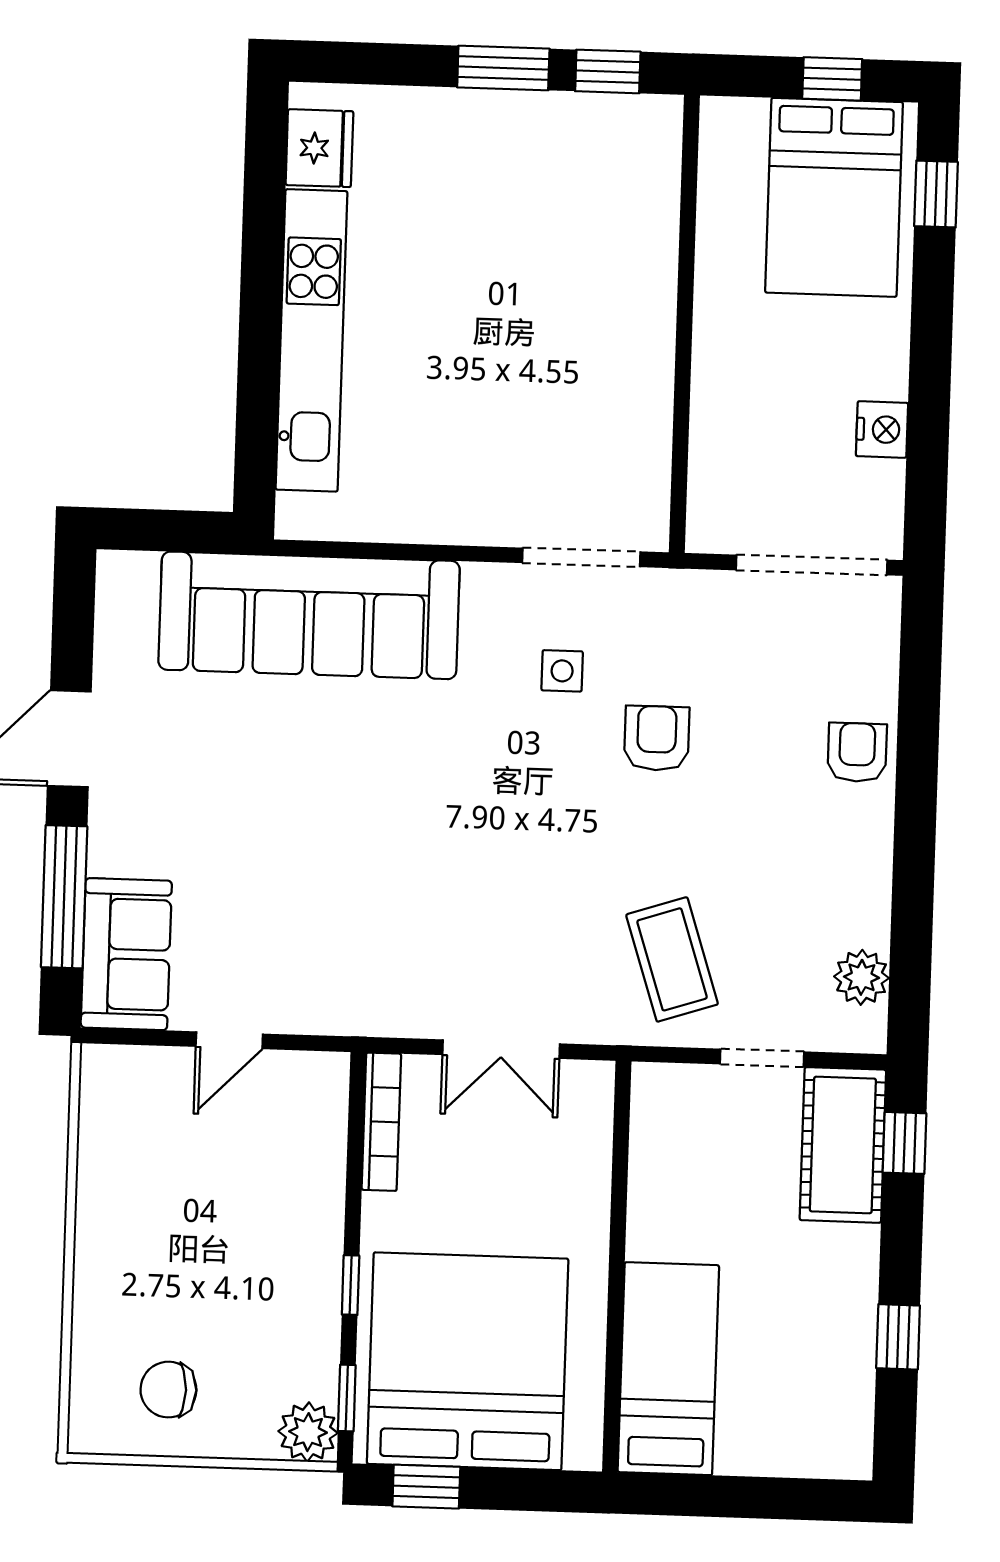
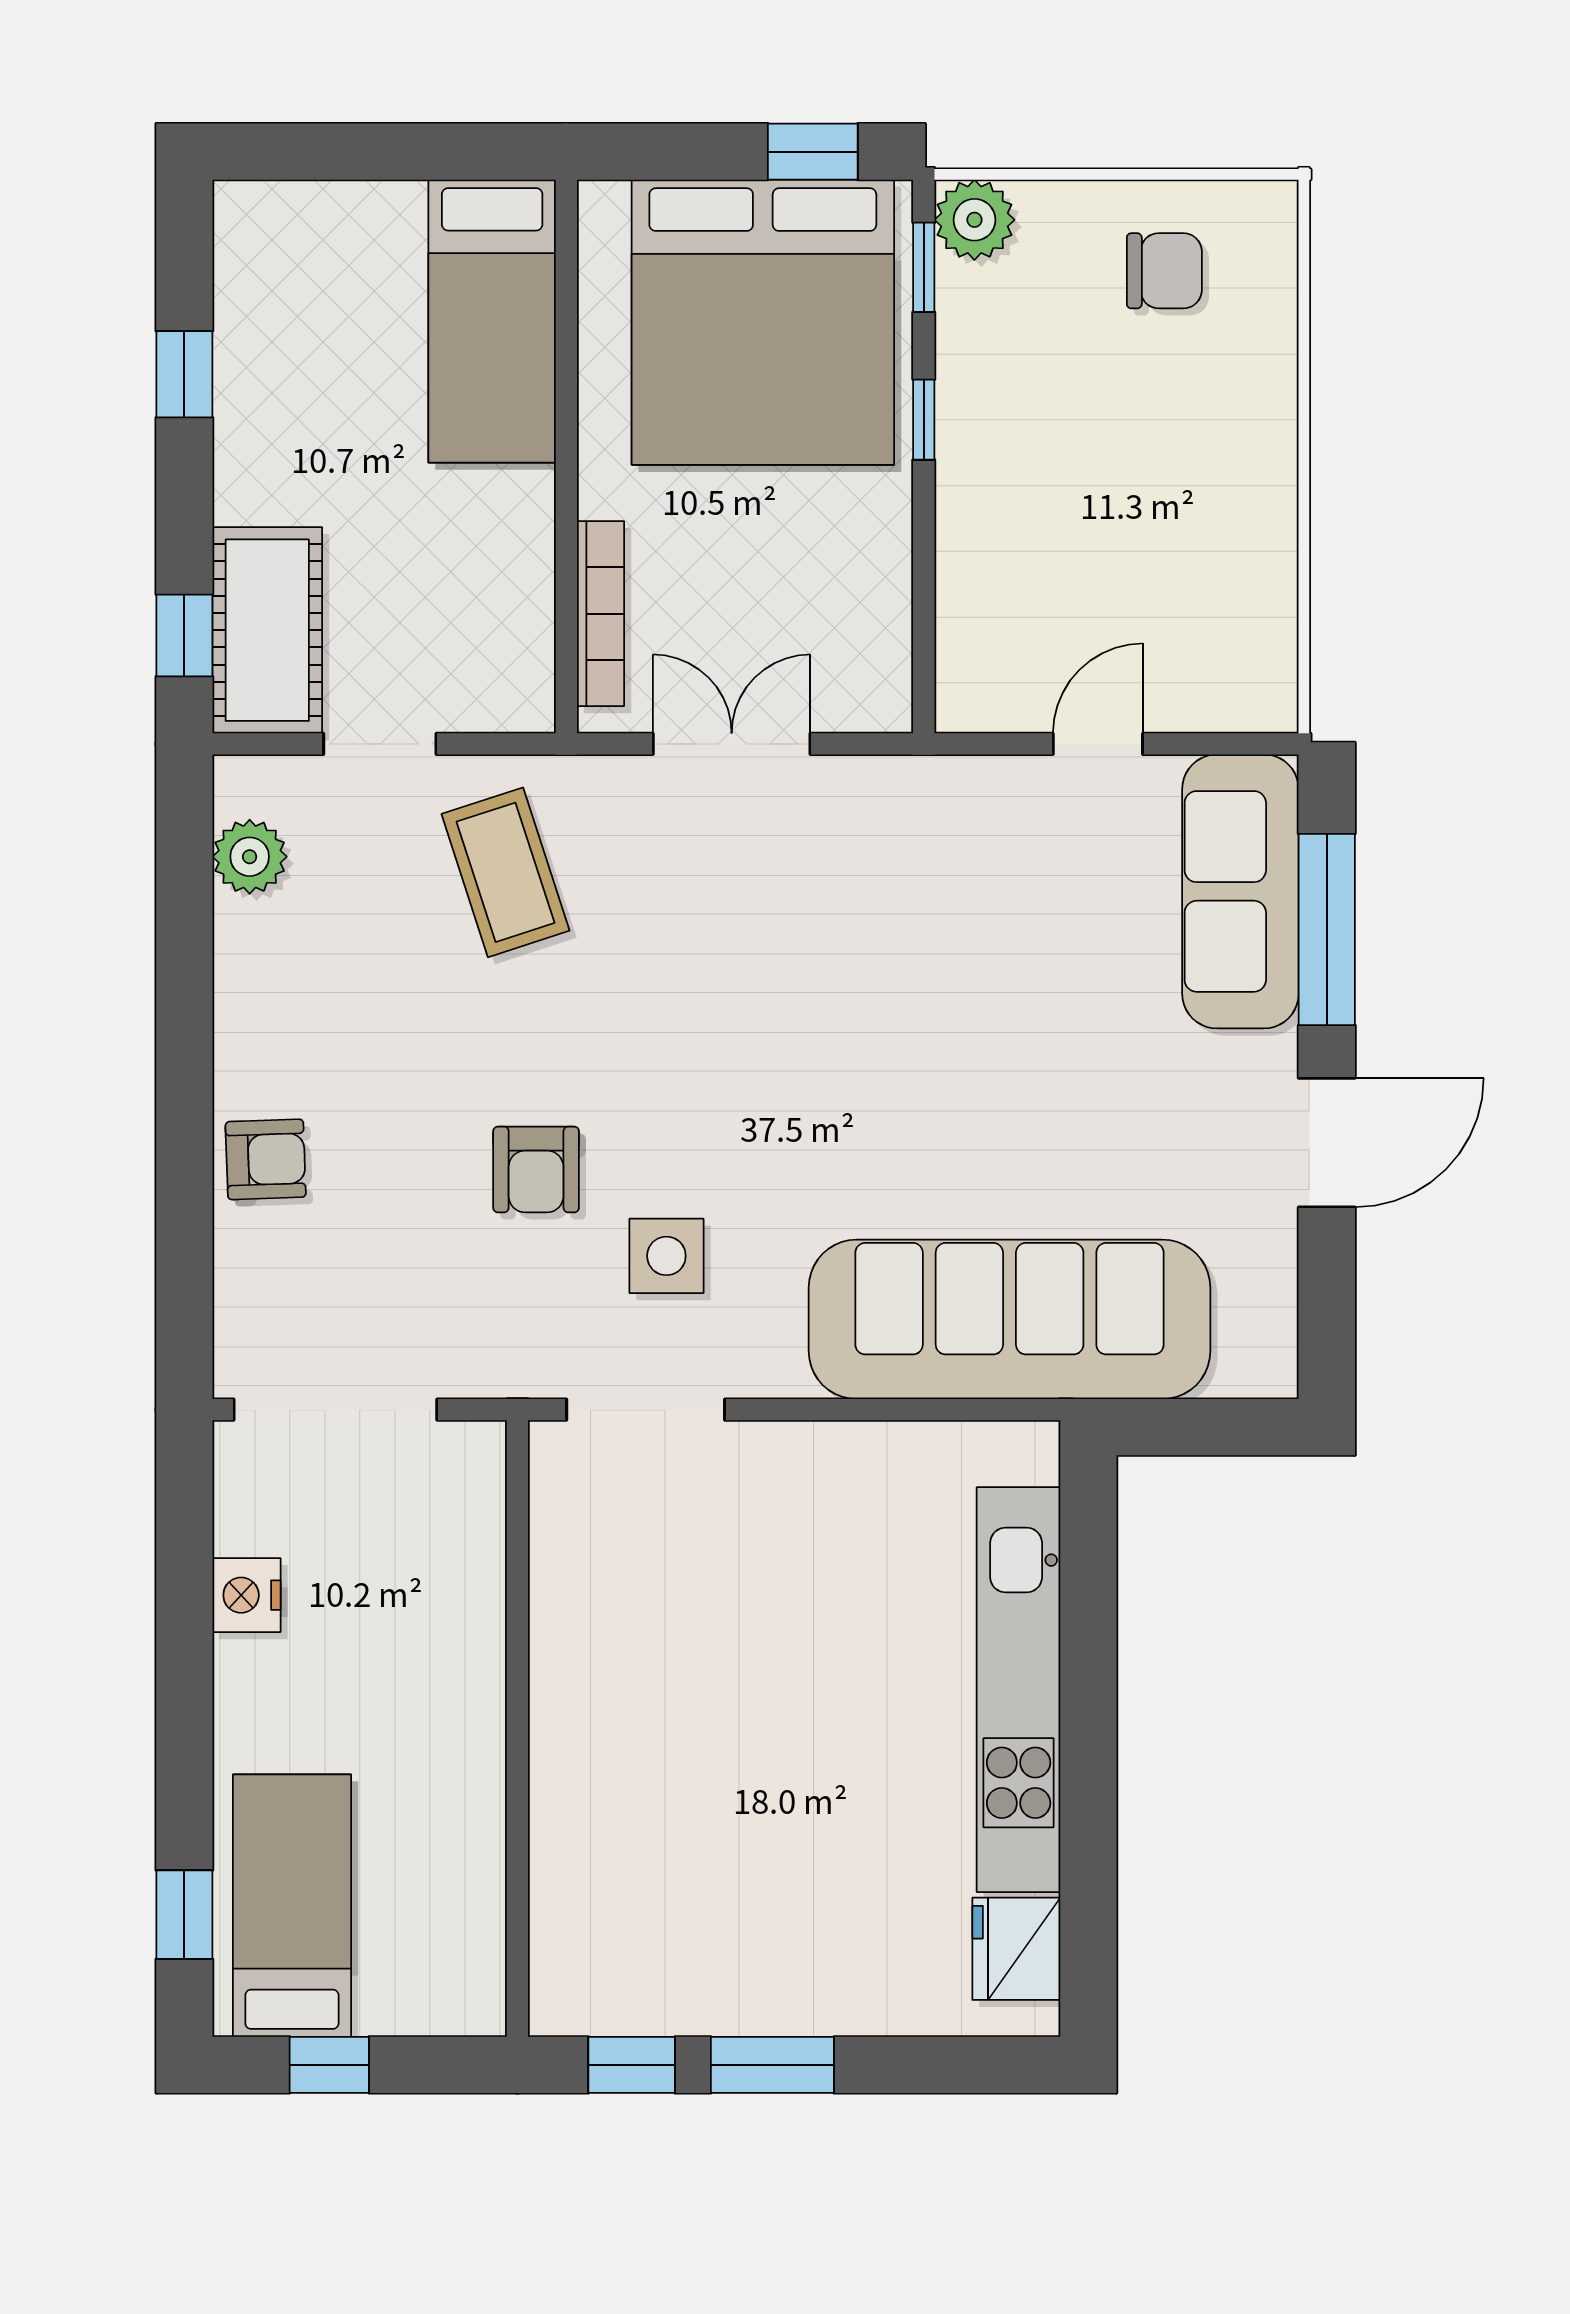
bed: (834, 197) -> (292, 1906), width x0.67
side table: (562, 671) -> (666, 1256), width x1.37, depth x1.37
armchair: (857, 752) -> (266, 1159), turned -92
sofa: (126, 954) -> (1240, 891), width x1.36
bookcase: (381, 1122) -> (601, 614), moved, turned 180

